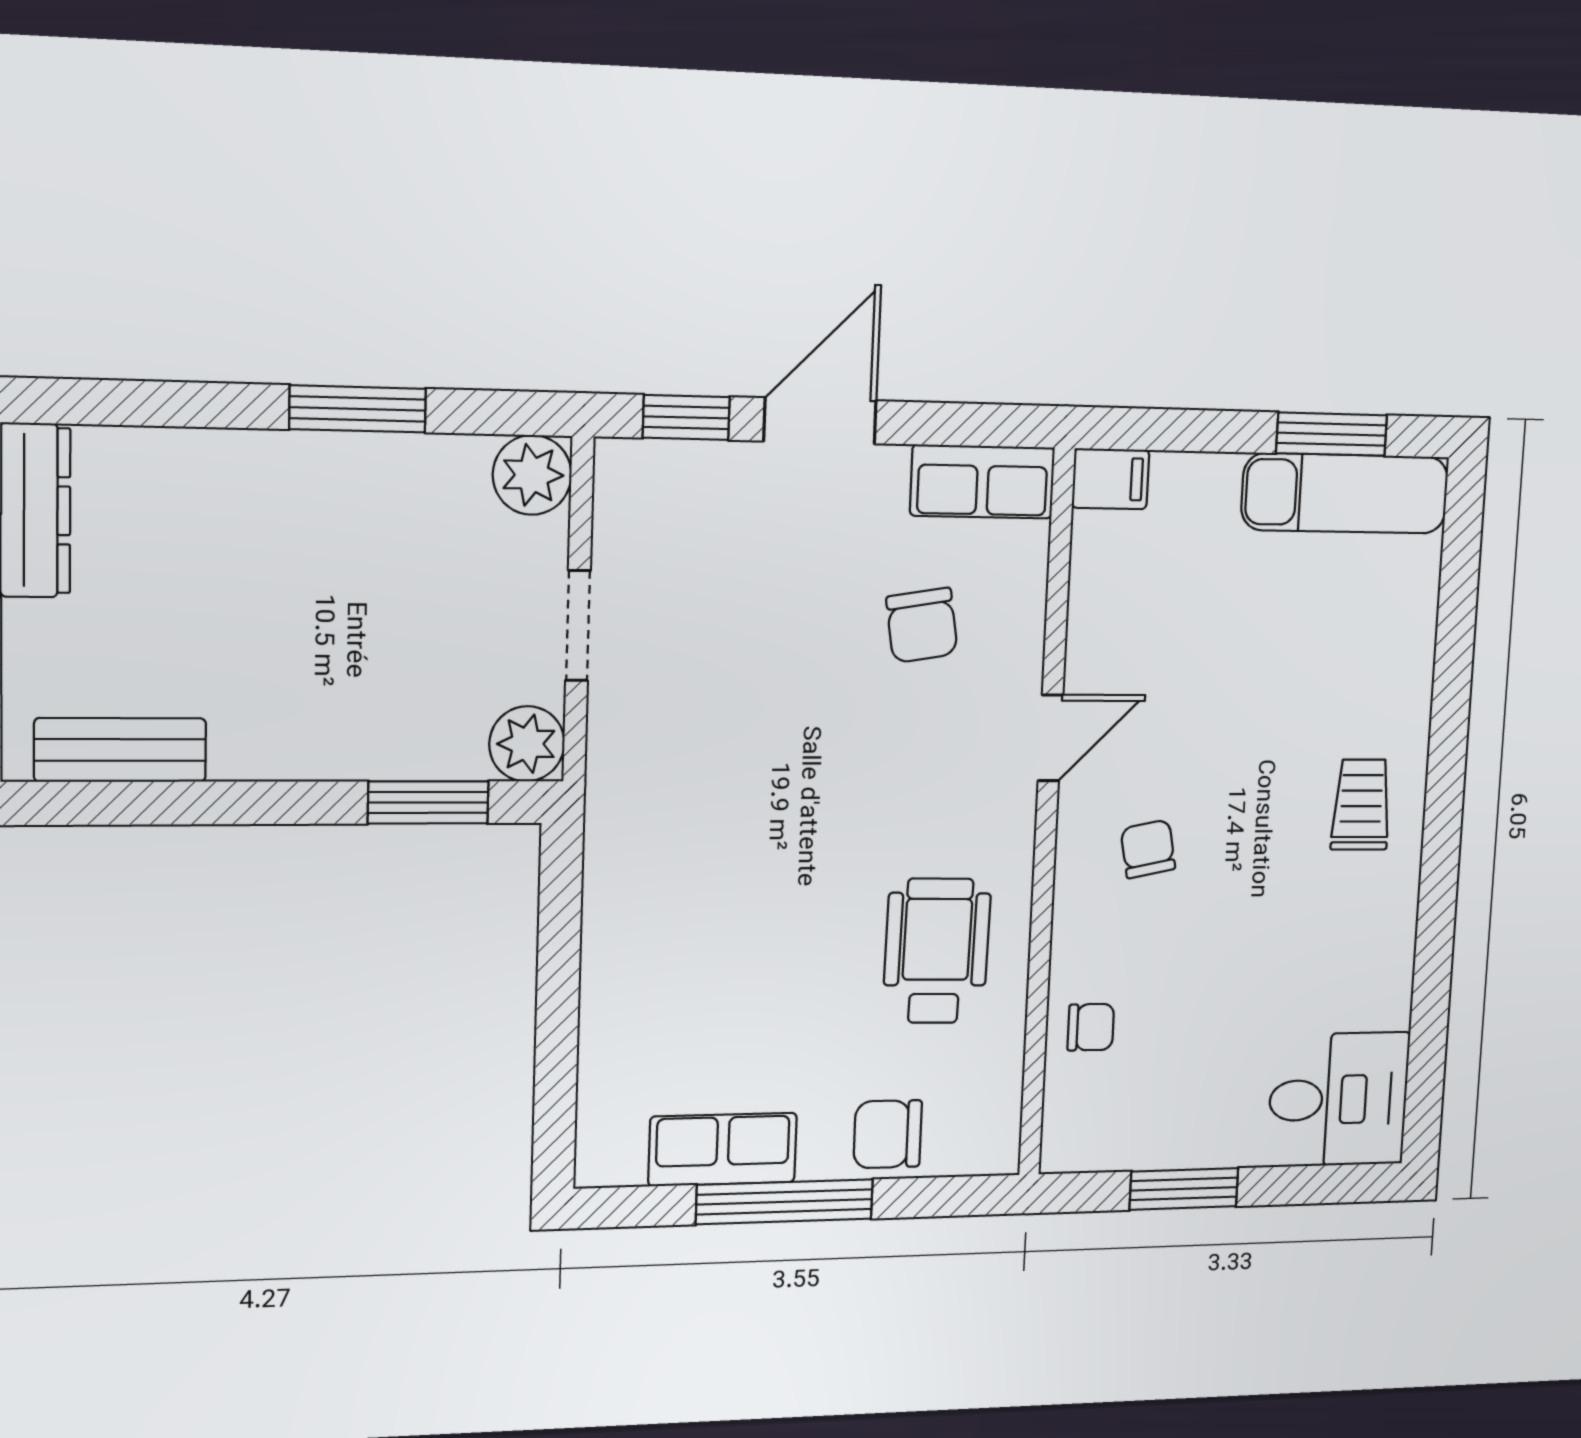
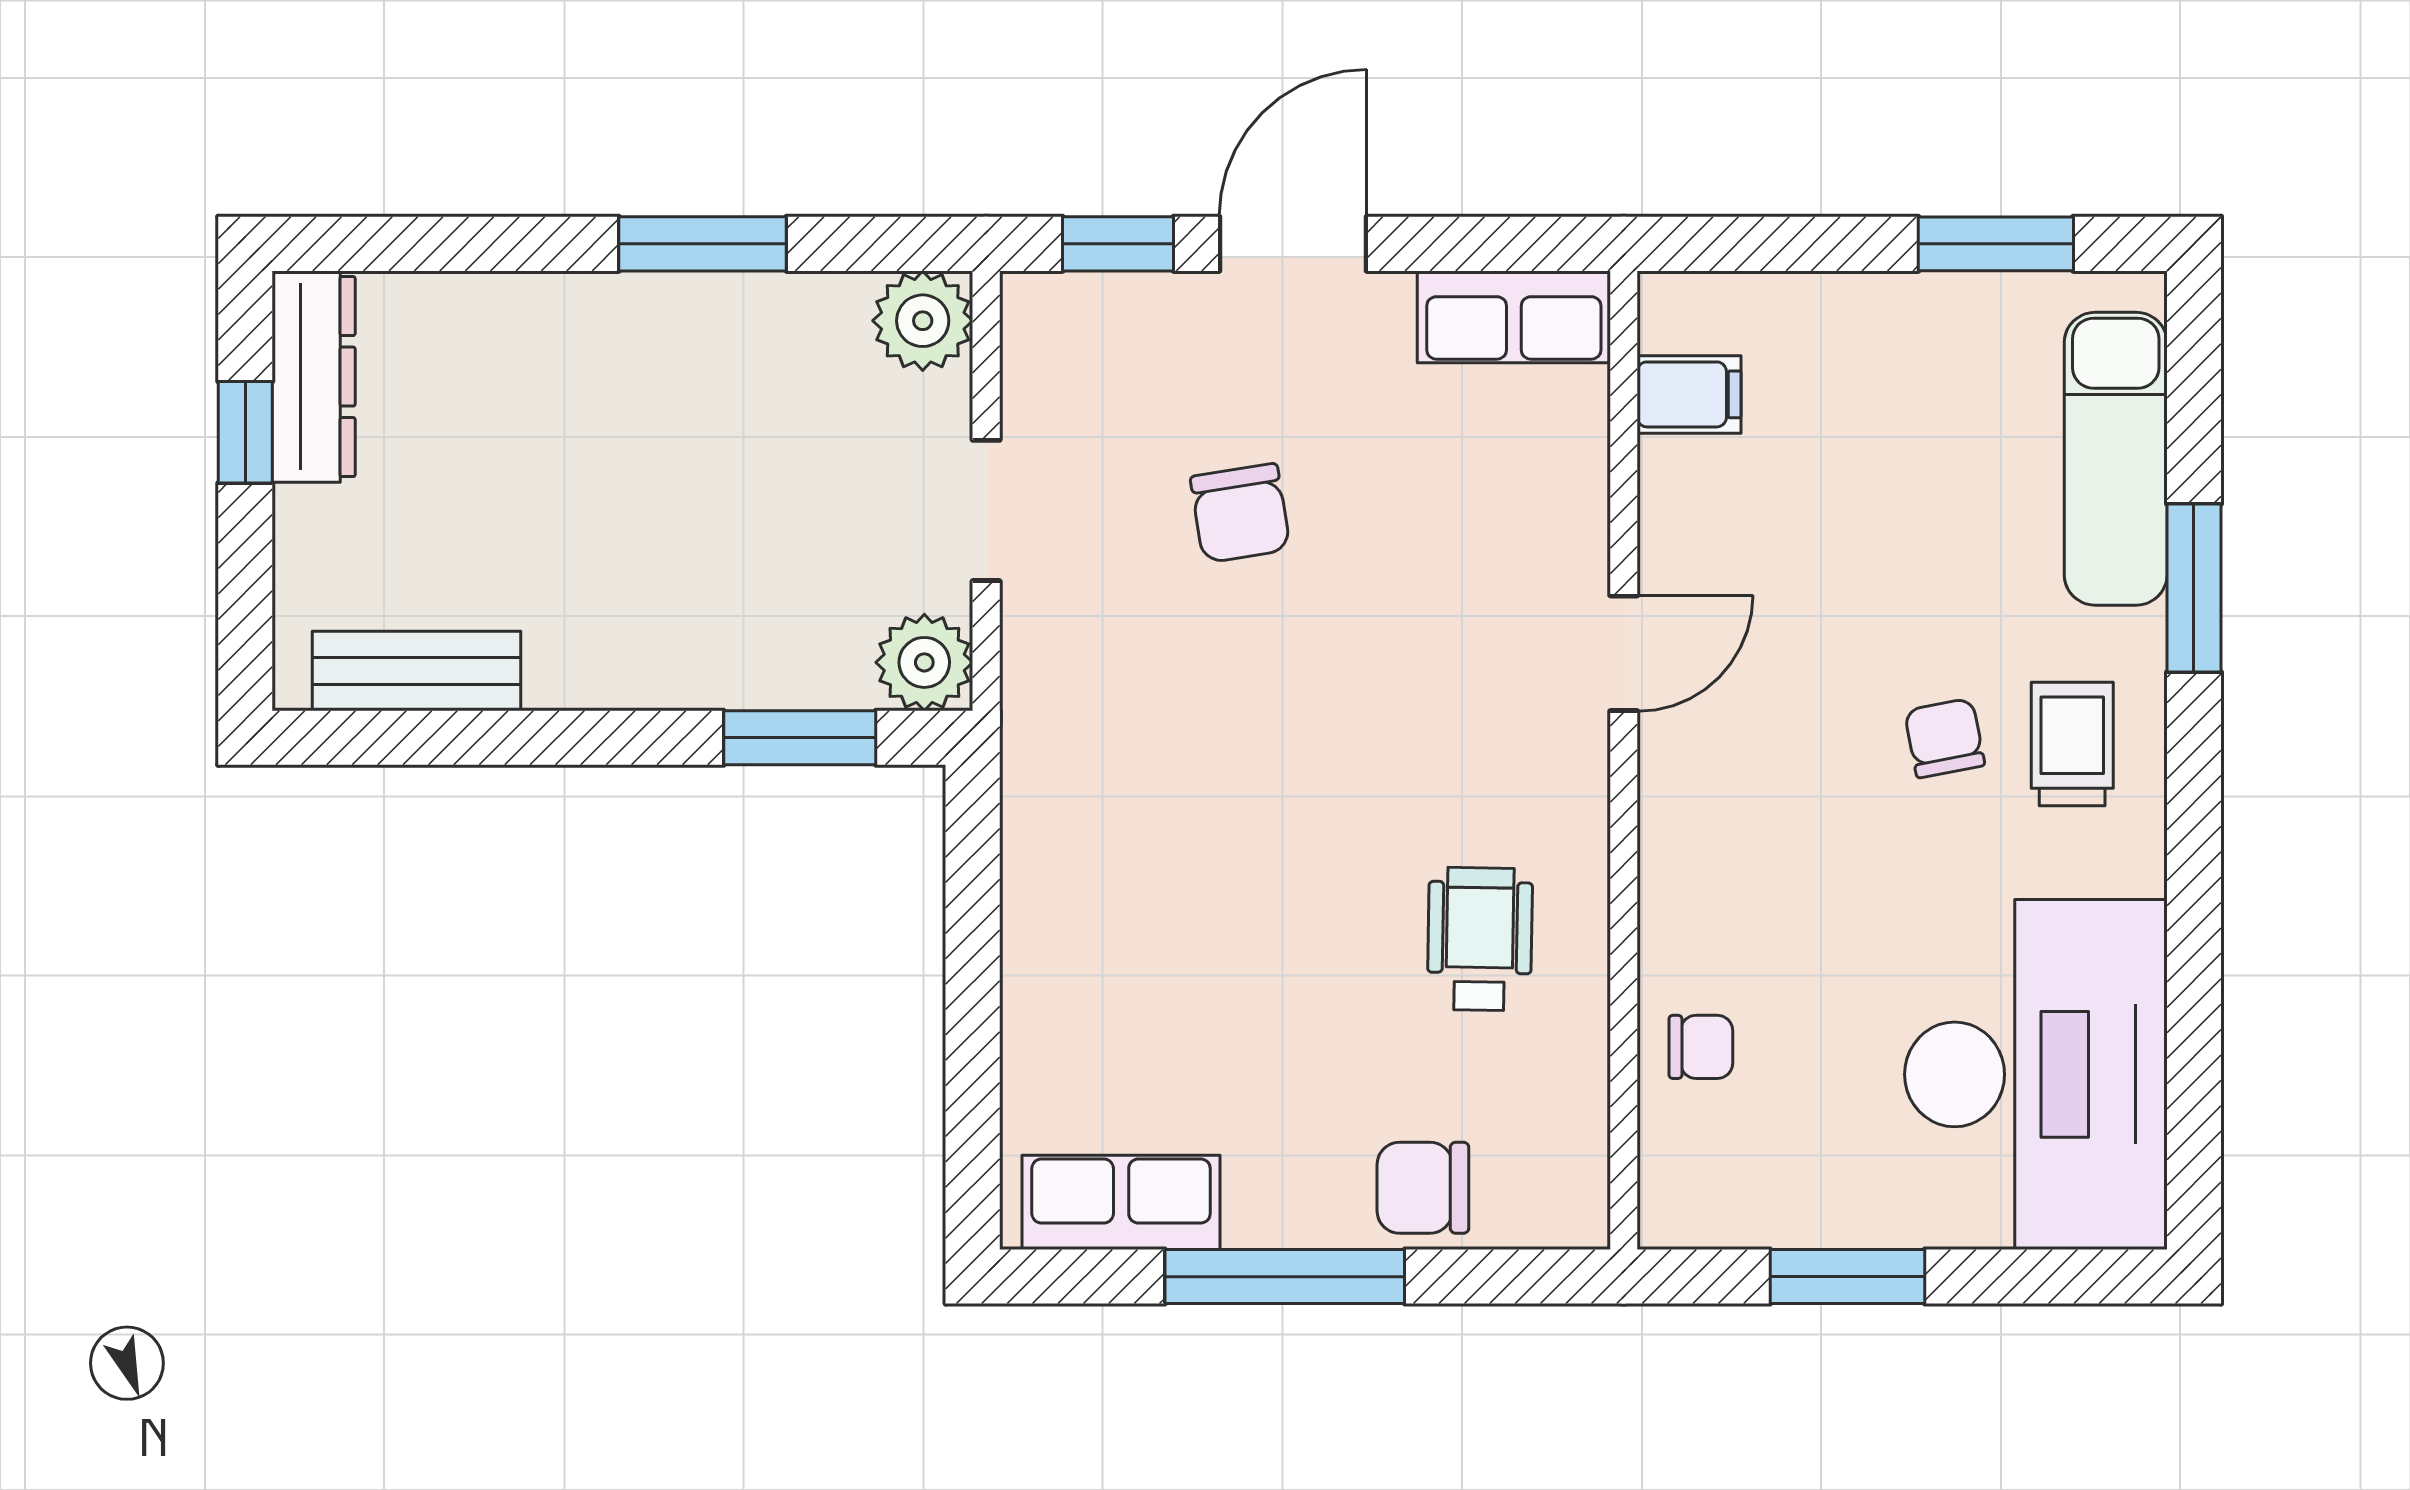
filing cabinet: (1111, 479) -> (1689, 394), moved
exam couch: (1345, 493) -> (2116, 459), moved, turned 90
chair: (922, 625) -> (1240, 513), moved
window: (1452, 691) -> (2194, 588), added
chair: (1148, 849) -> (1944, 738), moved
wheelchair: (937, 951) -> (1480, 939), width x0.73, depth x0.73
desk: (1338, 1099) -> (2036, 1074), width x1.87, depth x1.30
row of seats: (723, 1149) -> (1121, 1202), moved

